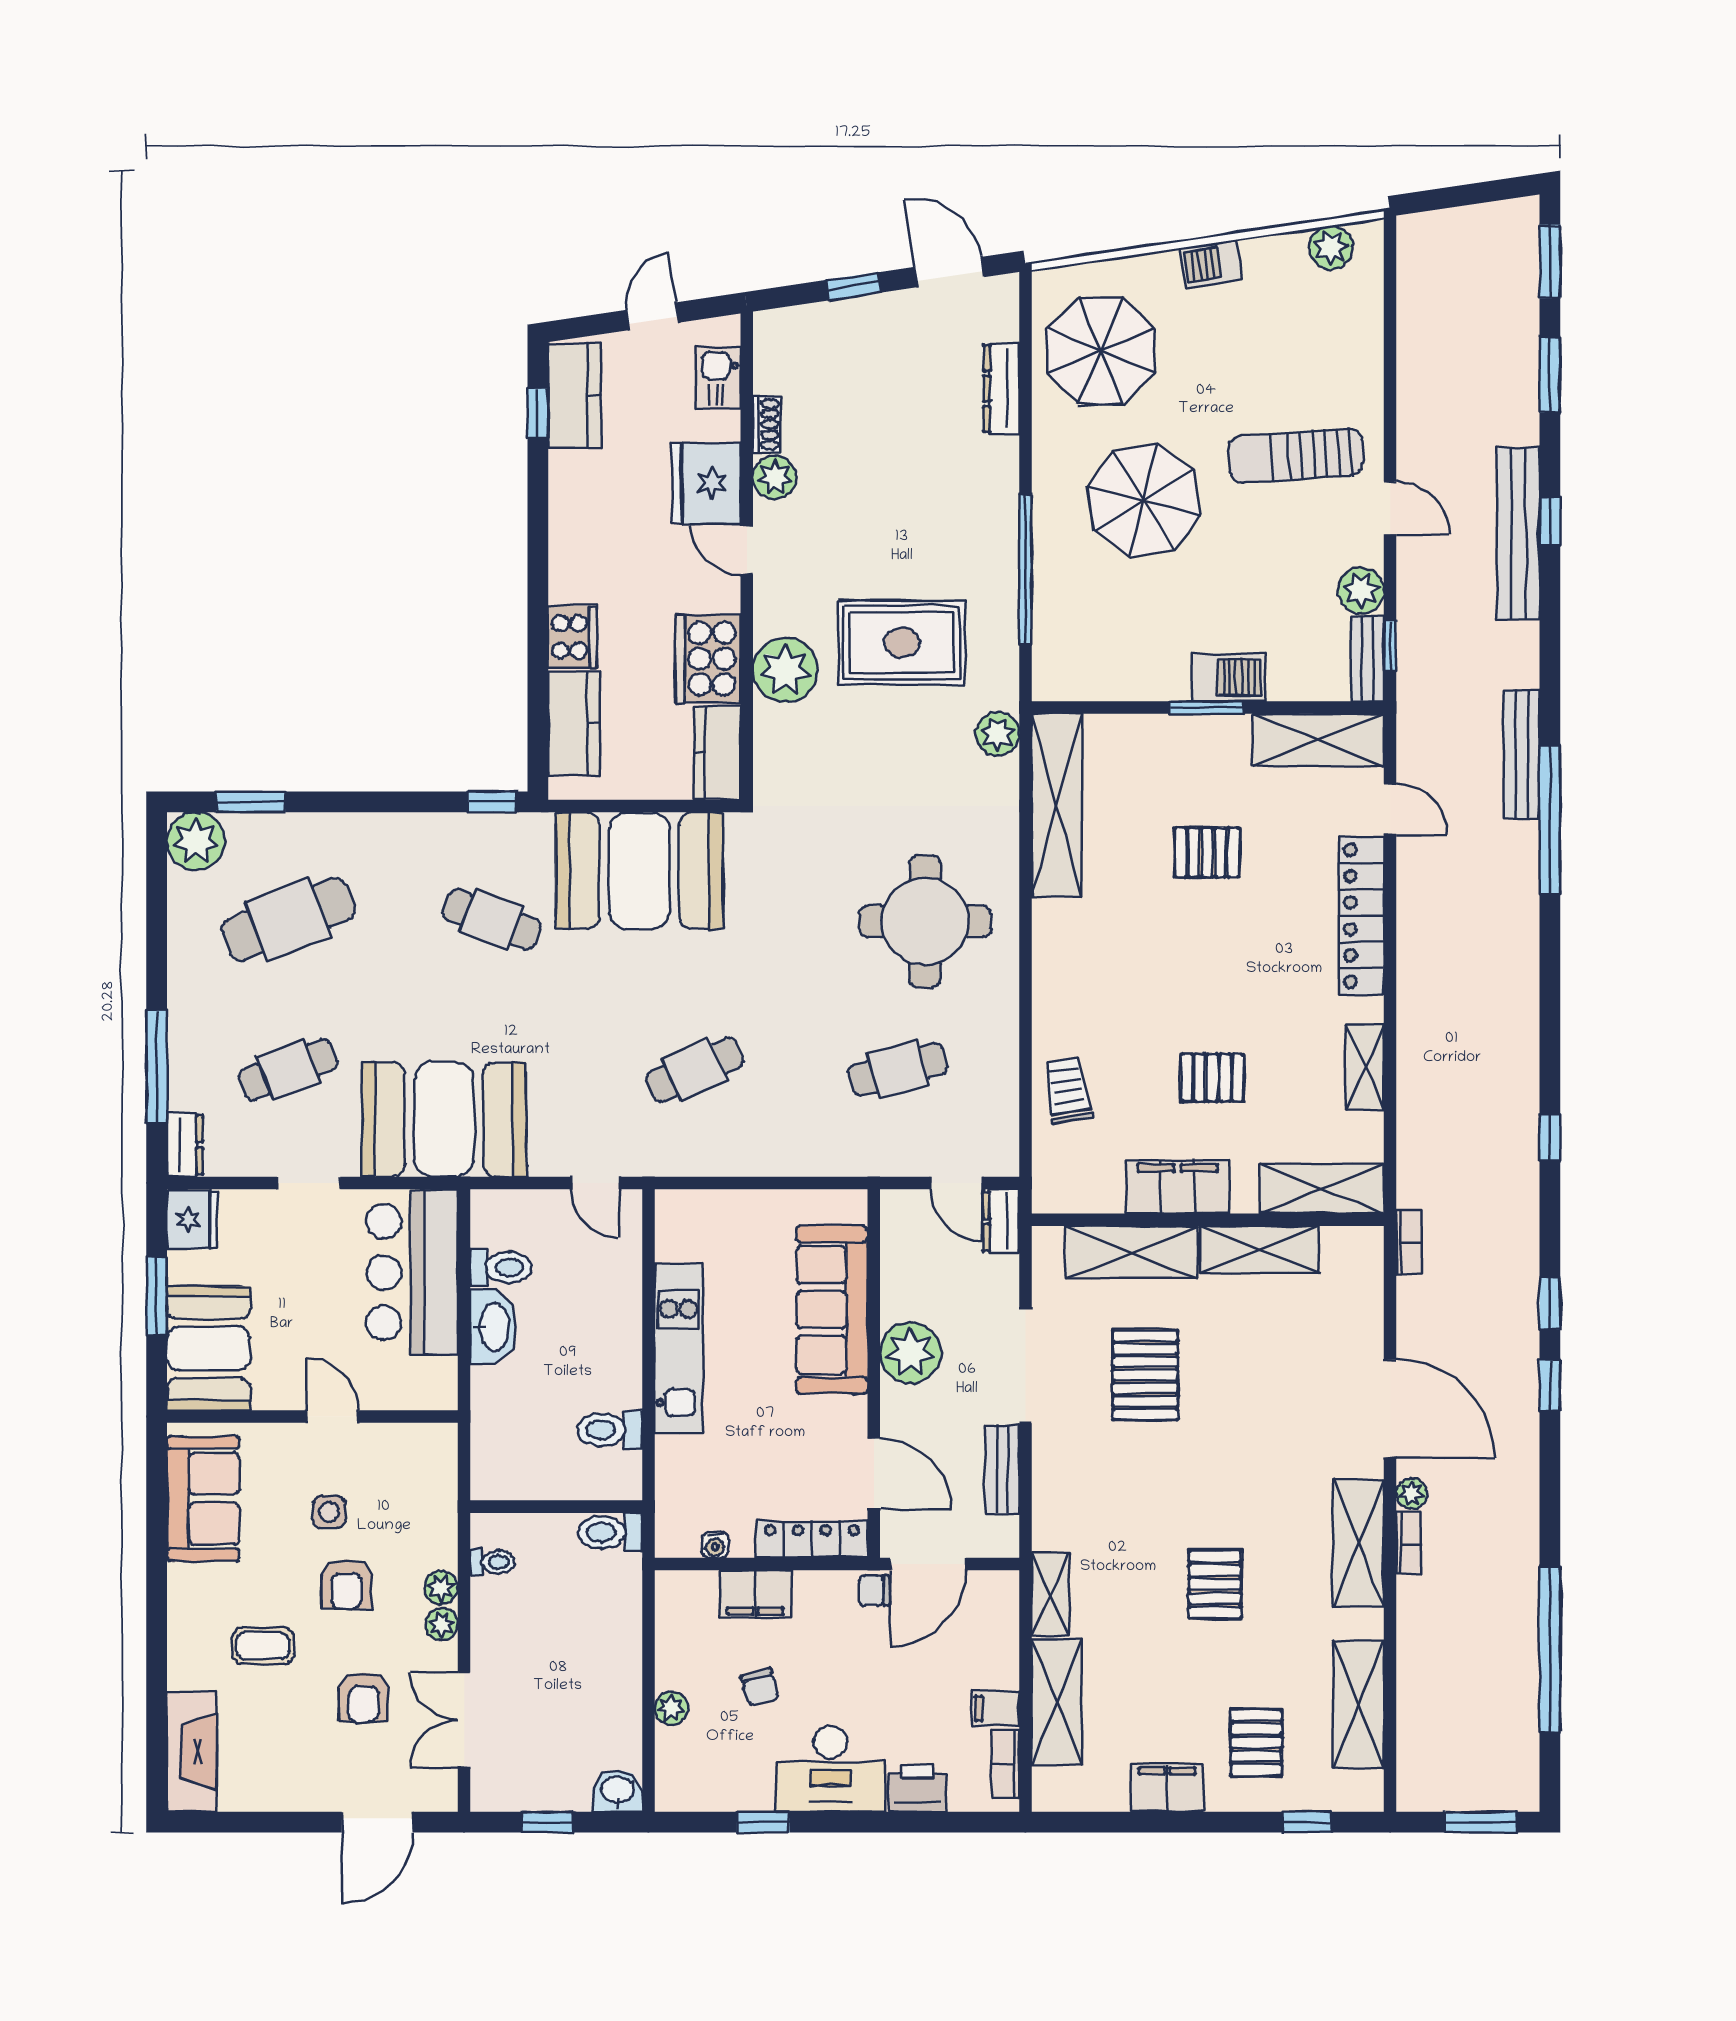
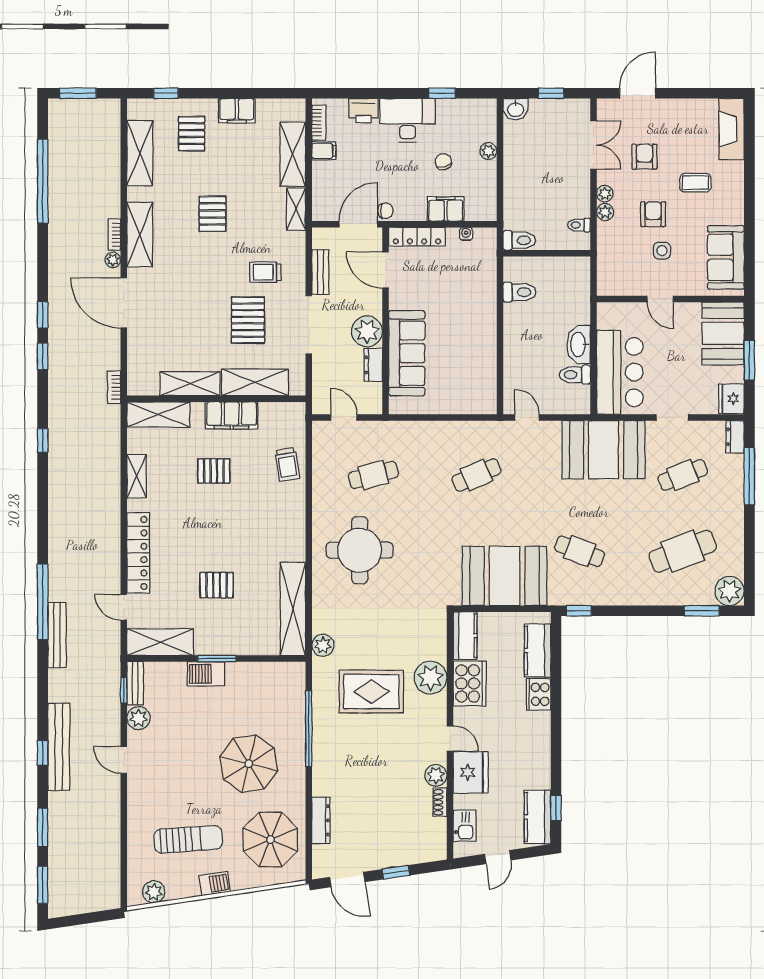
sun lounger: (1296, 456) -> (188, 839), moved
dresser: (1001, 1221) -> (373, 365), moved, turned 180
kitchen unit: (679, 1348) -> (485, 334), removed
trolley: (1111, 1469) -> (265, 272), added

